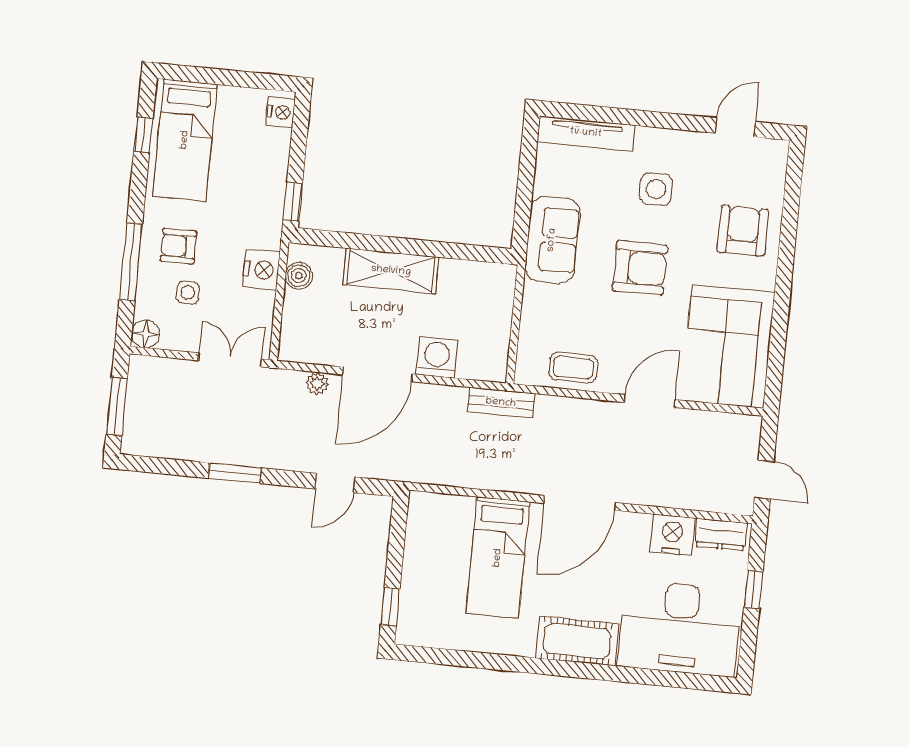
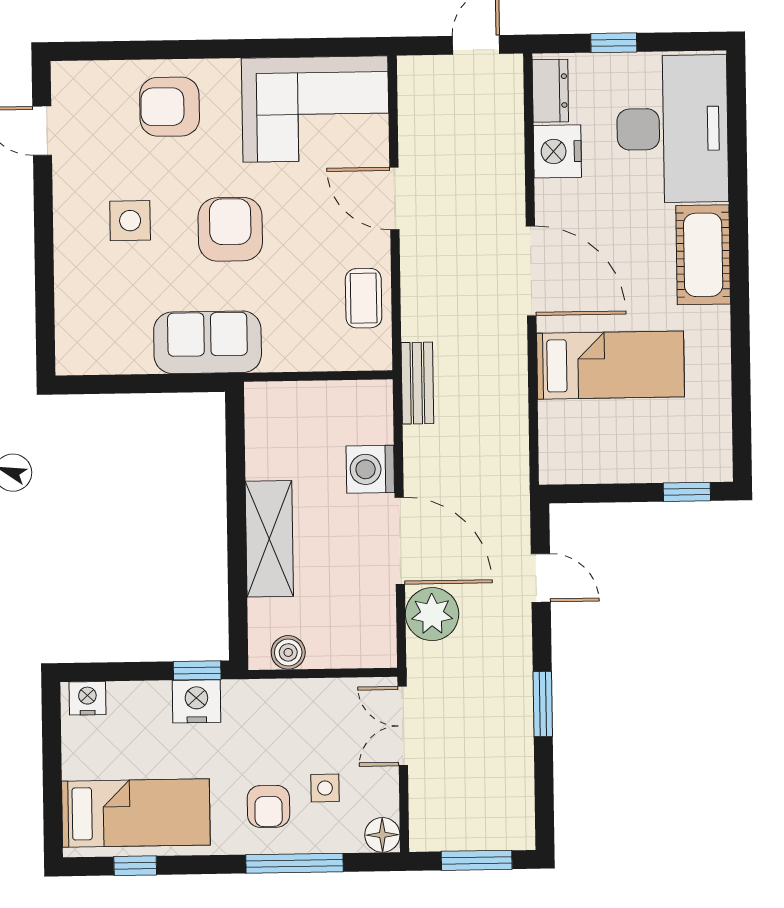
tv unit: (586, 133) -> (71, 315), removed
nightstand: (261, 270) -> (196, 701), moved
plant: (317, 383) -> (432, 614), width x1.87, depth x1.87

